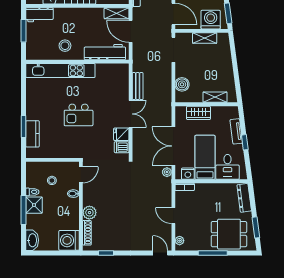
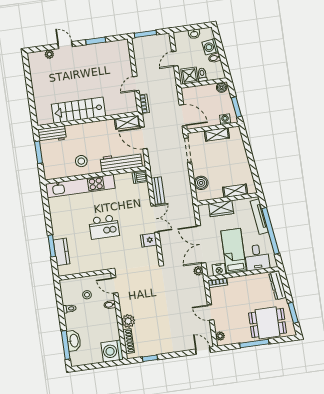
washing machine: (211, 20) -> (225, 119), width x0.53, depth x0.53
tv unit: (236, 131) -> (259, 217), width x1.41
window: (245, 142) -> (271, 231), width x3.17
dishwasher: (122, 147) -> (140, 177), moved
door: (81, 175) -> (115, 285), swing flipped
shower: (34, 205) -> (73, 321), removed
window: (23, 210) -> (66, 345), moved
washbasin: (32, 240) -> (74, 341), moved

